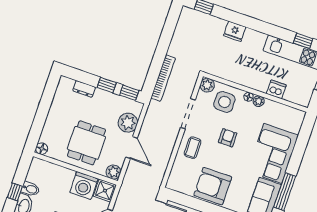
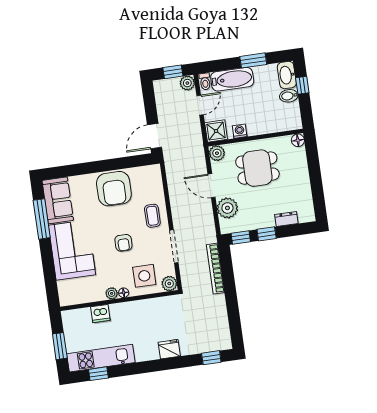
dining table: (86, 143) -> (257, 168), turned 90
washing machine: (84, 186) -> (240, 131), width x0.53, depth x0.53
armchair: (213, 186) -> (114, 189), turned 90

